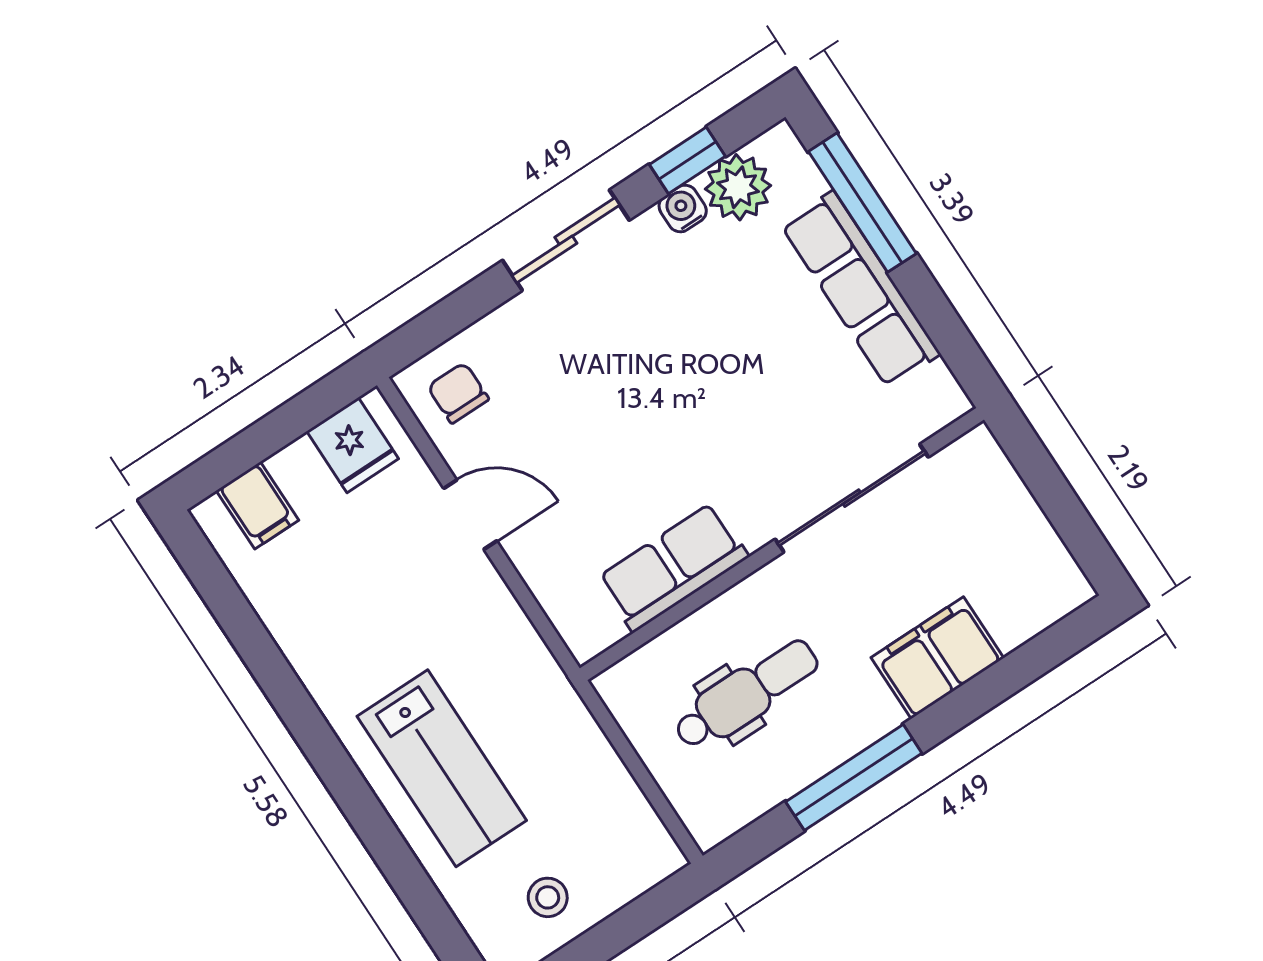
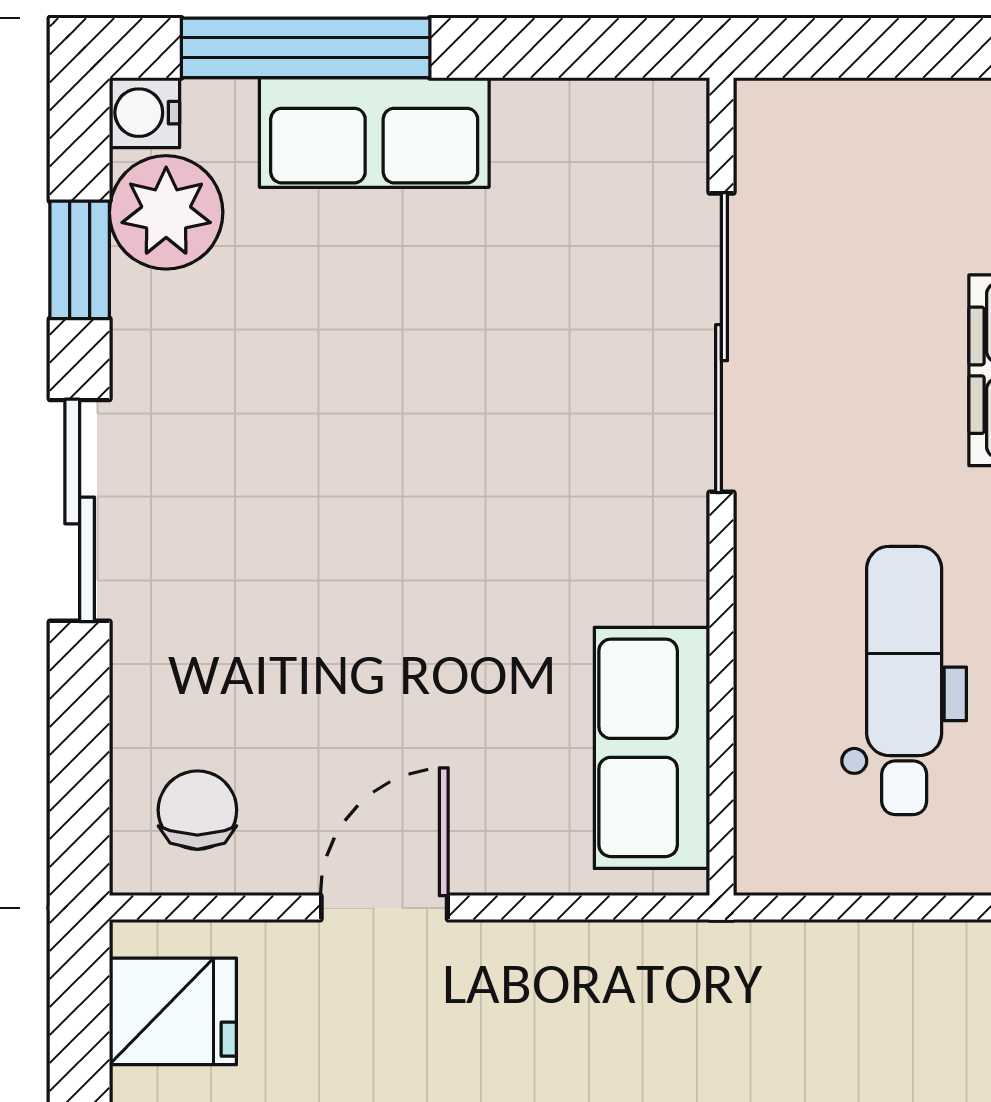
water cooler: (683, 209) -> (144, 113), moved
row of seats: (861, 289) -> (374, 132), width x0.68
chair: (458, 393) -> (197, 810), turned 90
row of seats: (673, 567) -> (652, 748), moved

